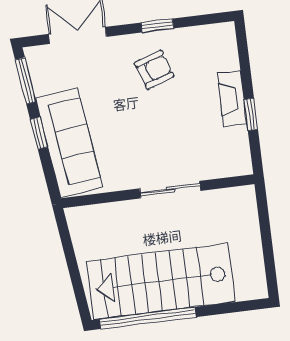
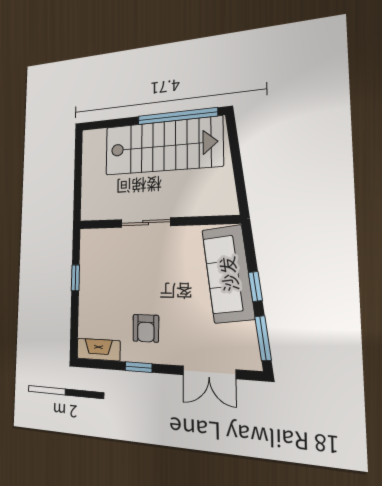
armchair: (154, 70) -> (146, 328), turned -71
fireplace: (232, 99) -> (98, 350), moved, turned -90

